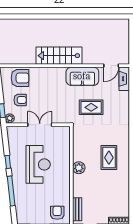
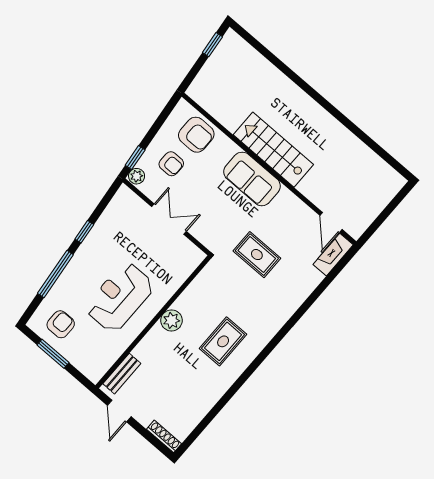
door: (111, 66) -> (331, 222), hinge flipped
sofa: (82, 76) -> (252, 179), moved
reception desk: (38, 164) -> (120, 297), moved, turned 180
armchair: (57, 213) -> (61, 324), moved

